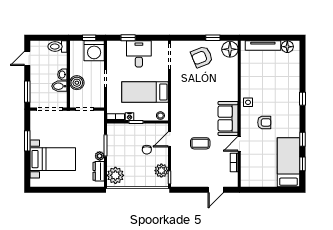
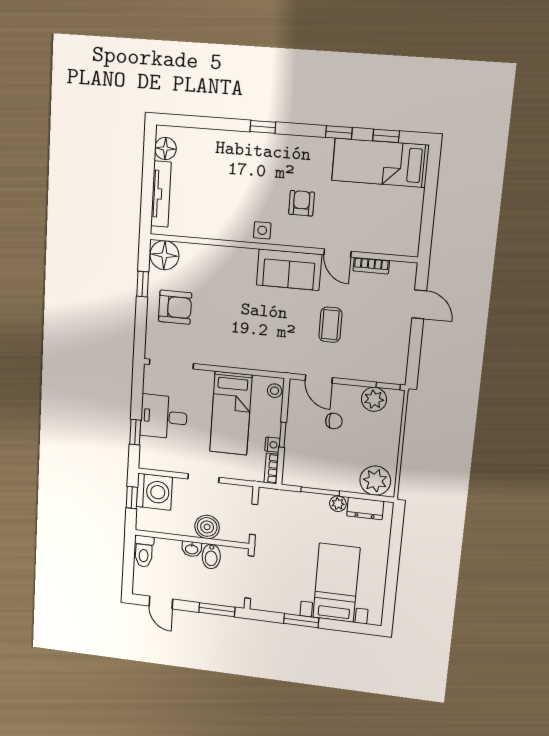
armchair: (202, 57) -> (175, 307), turned -68

